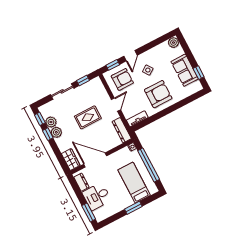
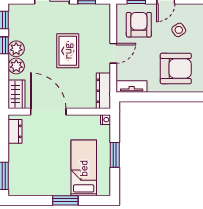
armchair: (122, 79) -> (139, 25), turned -90
rug: (88, 117) -> (68, 51), turned 90
plant: (51, 122) -> (16, 66), moved
window: (149, 165) -> (115, 155), width x0.47
desk: (97, 196) -> (25, 160), removed

